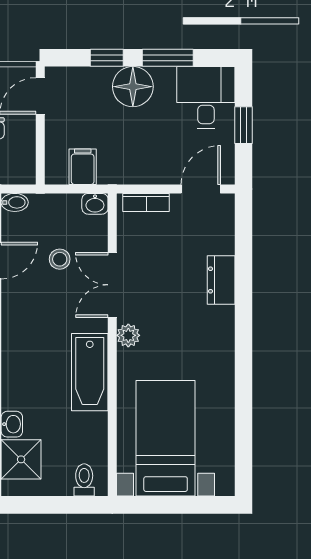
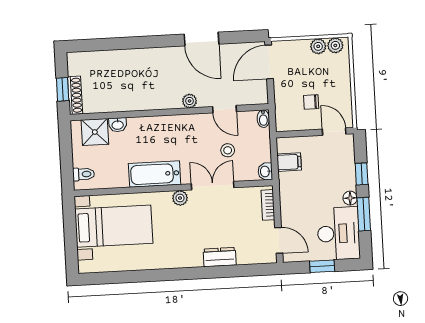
floor lamp: (133, 87) -> (350, 198), width x0.53, depth x0.53
desk: (206, 98) -> (339, 233), width x1.37

